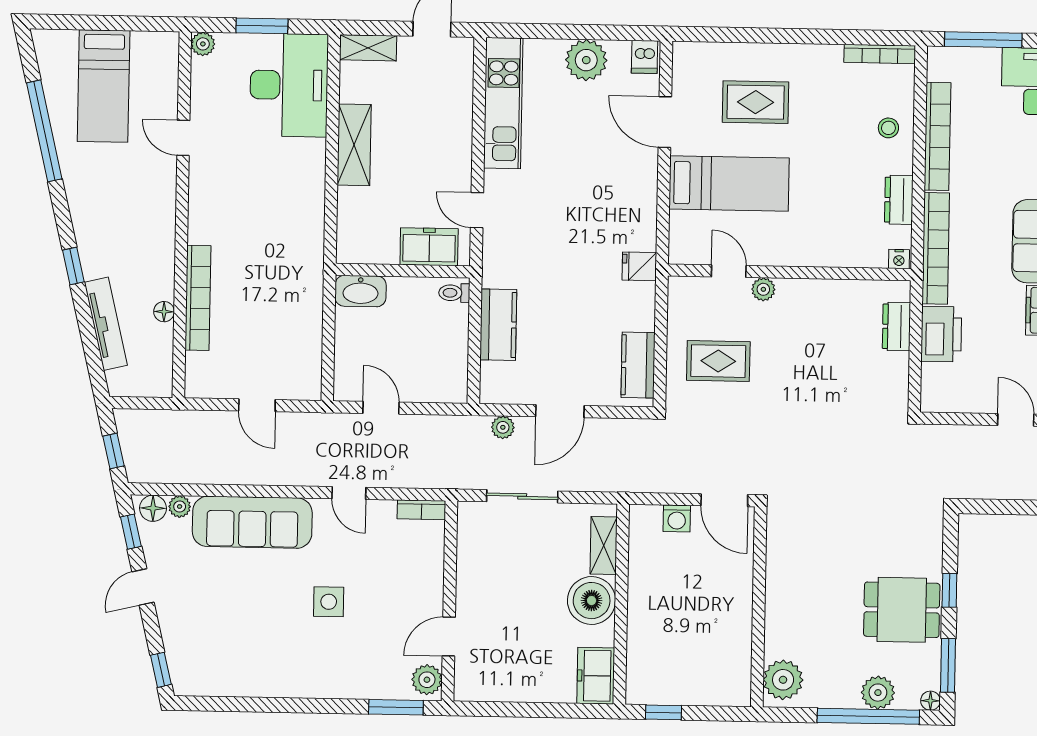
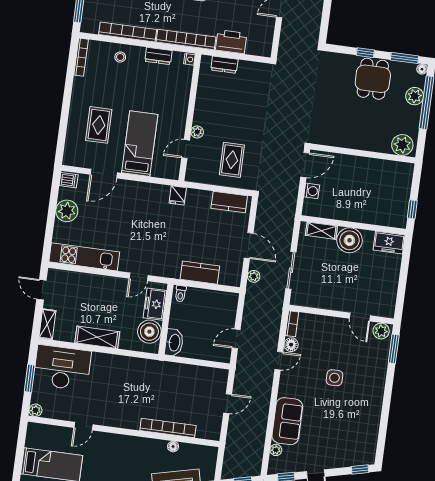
boiler: (376, 242) -> (149, 332), added
floor lamp: (153, 508) -> (291, 345), moved
sofa: (252, 522) -> (287, 421), width x0.73

